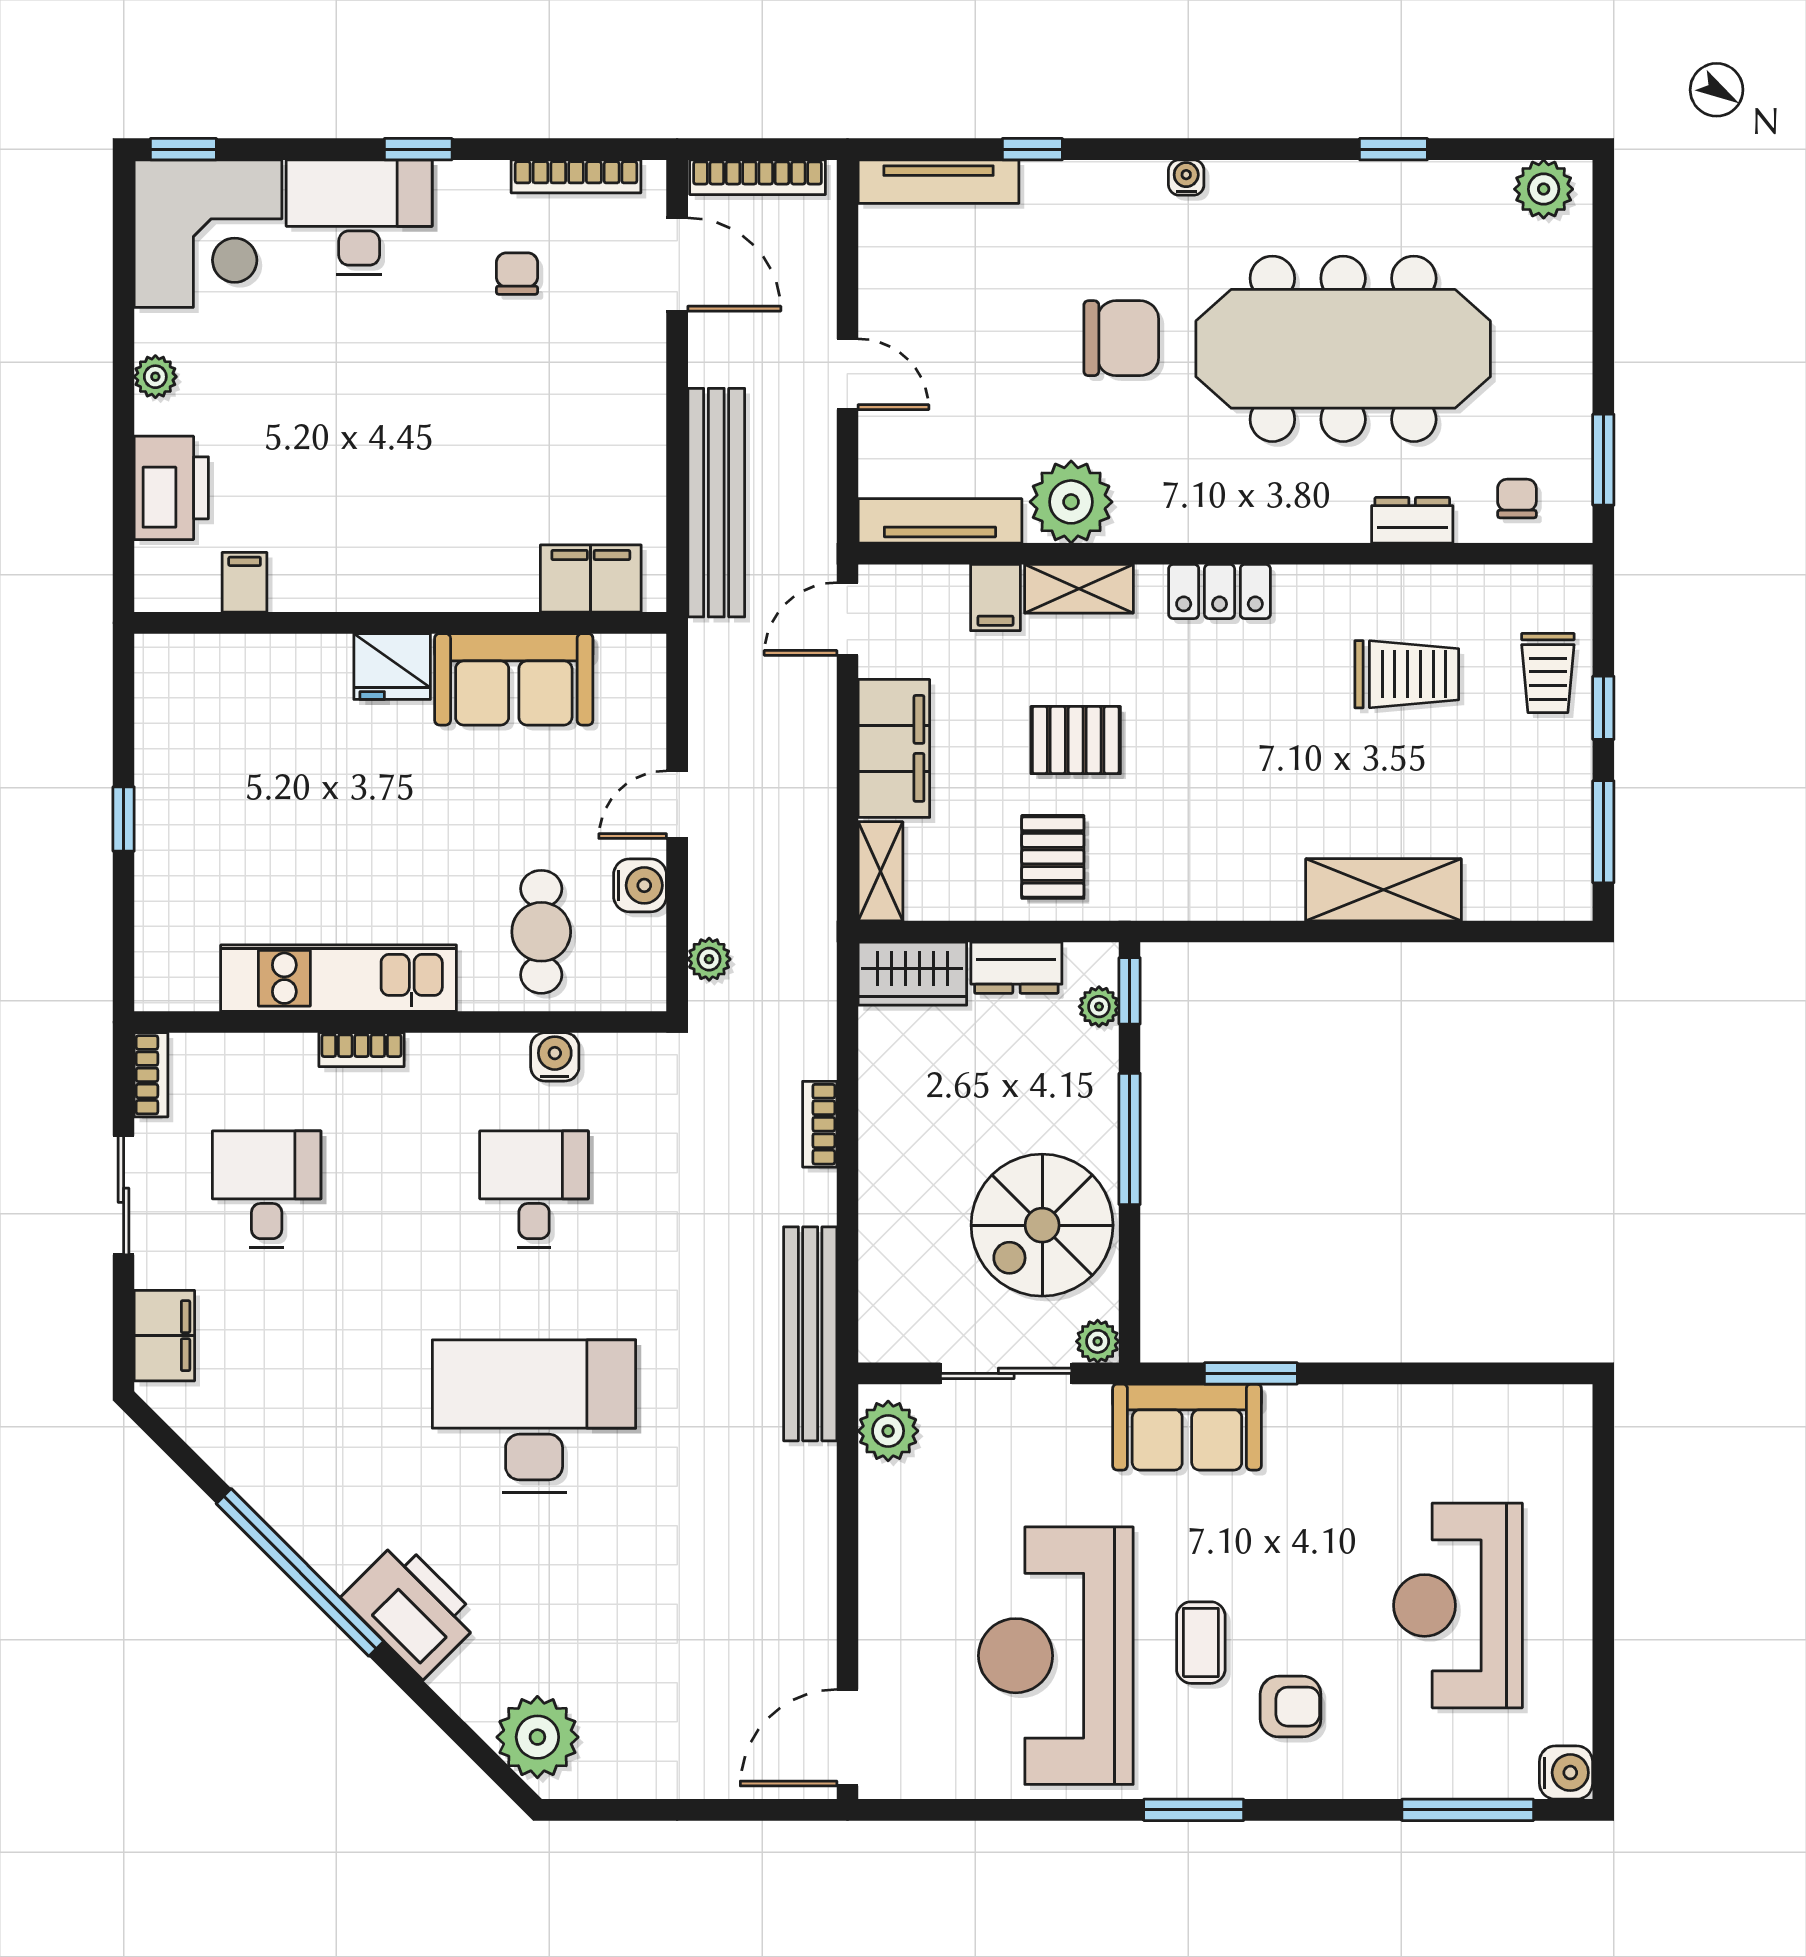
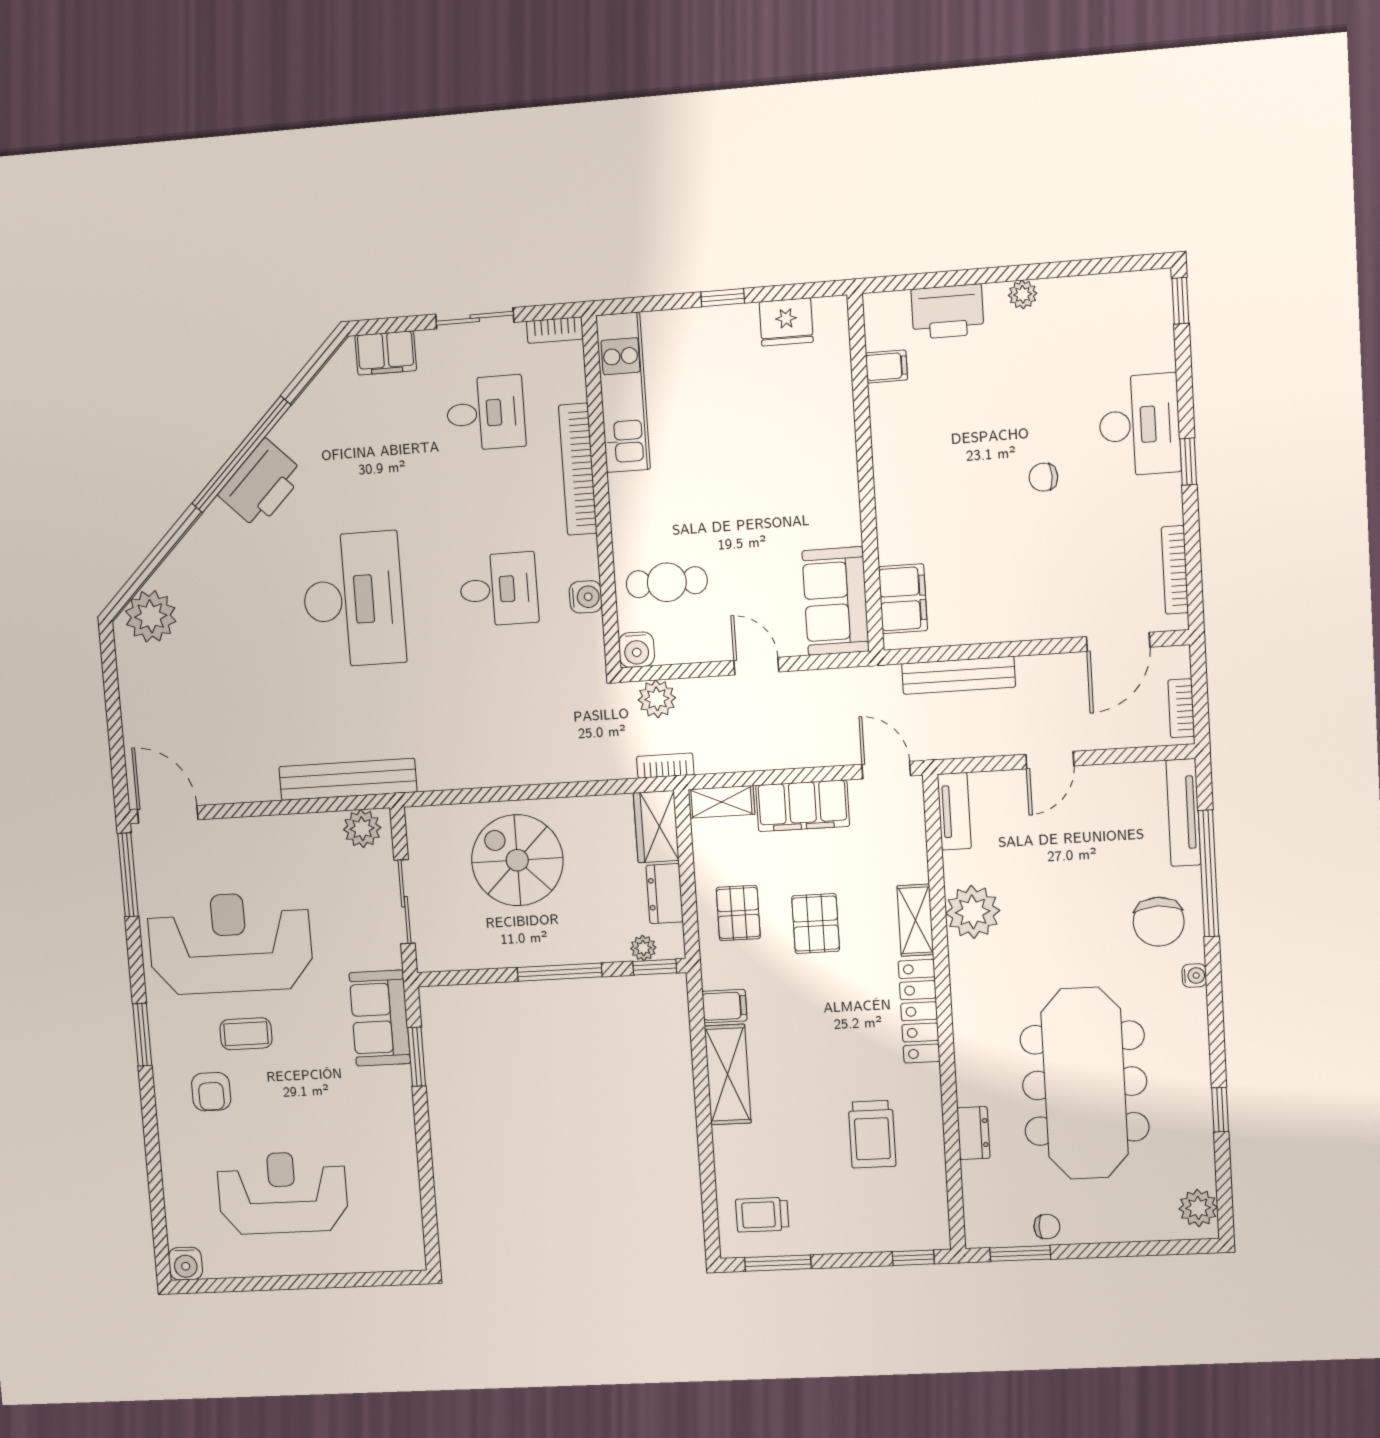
window: (1032, 149) -> (1209, 873), width x3.17
bookcase: (758, 177) -> (1181, 708), width x0.64
corner desk: (208, 234) -> (1123, 323), removed
chair: (517, 274) -> (1043, 477), moved, turned 180
chair: (1121, 338) -> (1159, 922), moved
chair: (1517, 498) -> (1047, 1227), moved
bench: (716, 503) -> (958, 675), width x0.73, depth x0.82
tv unit: (940, 521) -> (954, 811), width x0.71
locker: (1219, 591) -> (919, 1011), width x1.53
filing cabinet: (995, 597) -> (724, 1006), moved, turned 180
fridge: (392, 666) -> (786, 322), moved, turned -90
trolley: (1548, 673) -> (762, 1215), moved
sofa: (514, 679) -> (836, 601), moved
window: (1603, 708) -> (913, 1258), moved
pallet: (1053, 857) -> (738, 913), turned 90
water cooler: (640, 885) -> (637, 650), moved
shelving: (1384, 890) -> (728, 1074), moved
plant: (709, 959) -> (657, 699), width x1.38, depth x1.38
kitchen unit: (339, 978) -> (623, 392), moved
bookcase: (362, 1050) -> (578, 469), width x2.31, depth x1.31
bookcase: (820, 1124) -> (665, 766), moved
spiral stairs: (1042, 1225) -> (517, 860), moved
bench: (810, 1334) -> (348, 779), moved
plant: (1098, 1341) -> (429, 959), removed
printer: (411, 1609) -> (261, 484), moved
window: (1468, 1810) -> (128, 875), moved

